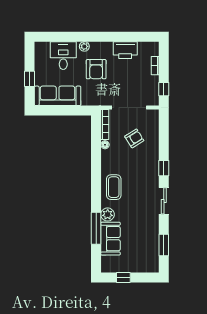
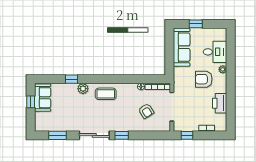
sliding door: (164, 201) -> (94, 135), width x1.37
window: (96, 228) -> (71, 79), width x0.46
sofa: (110, 239) -> (43, 98), moved, turned -90

